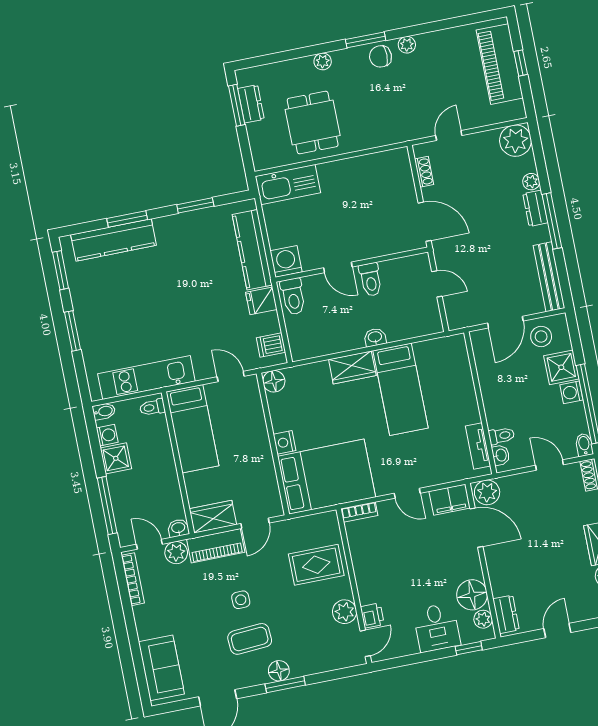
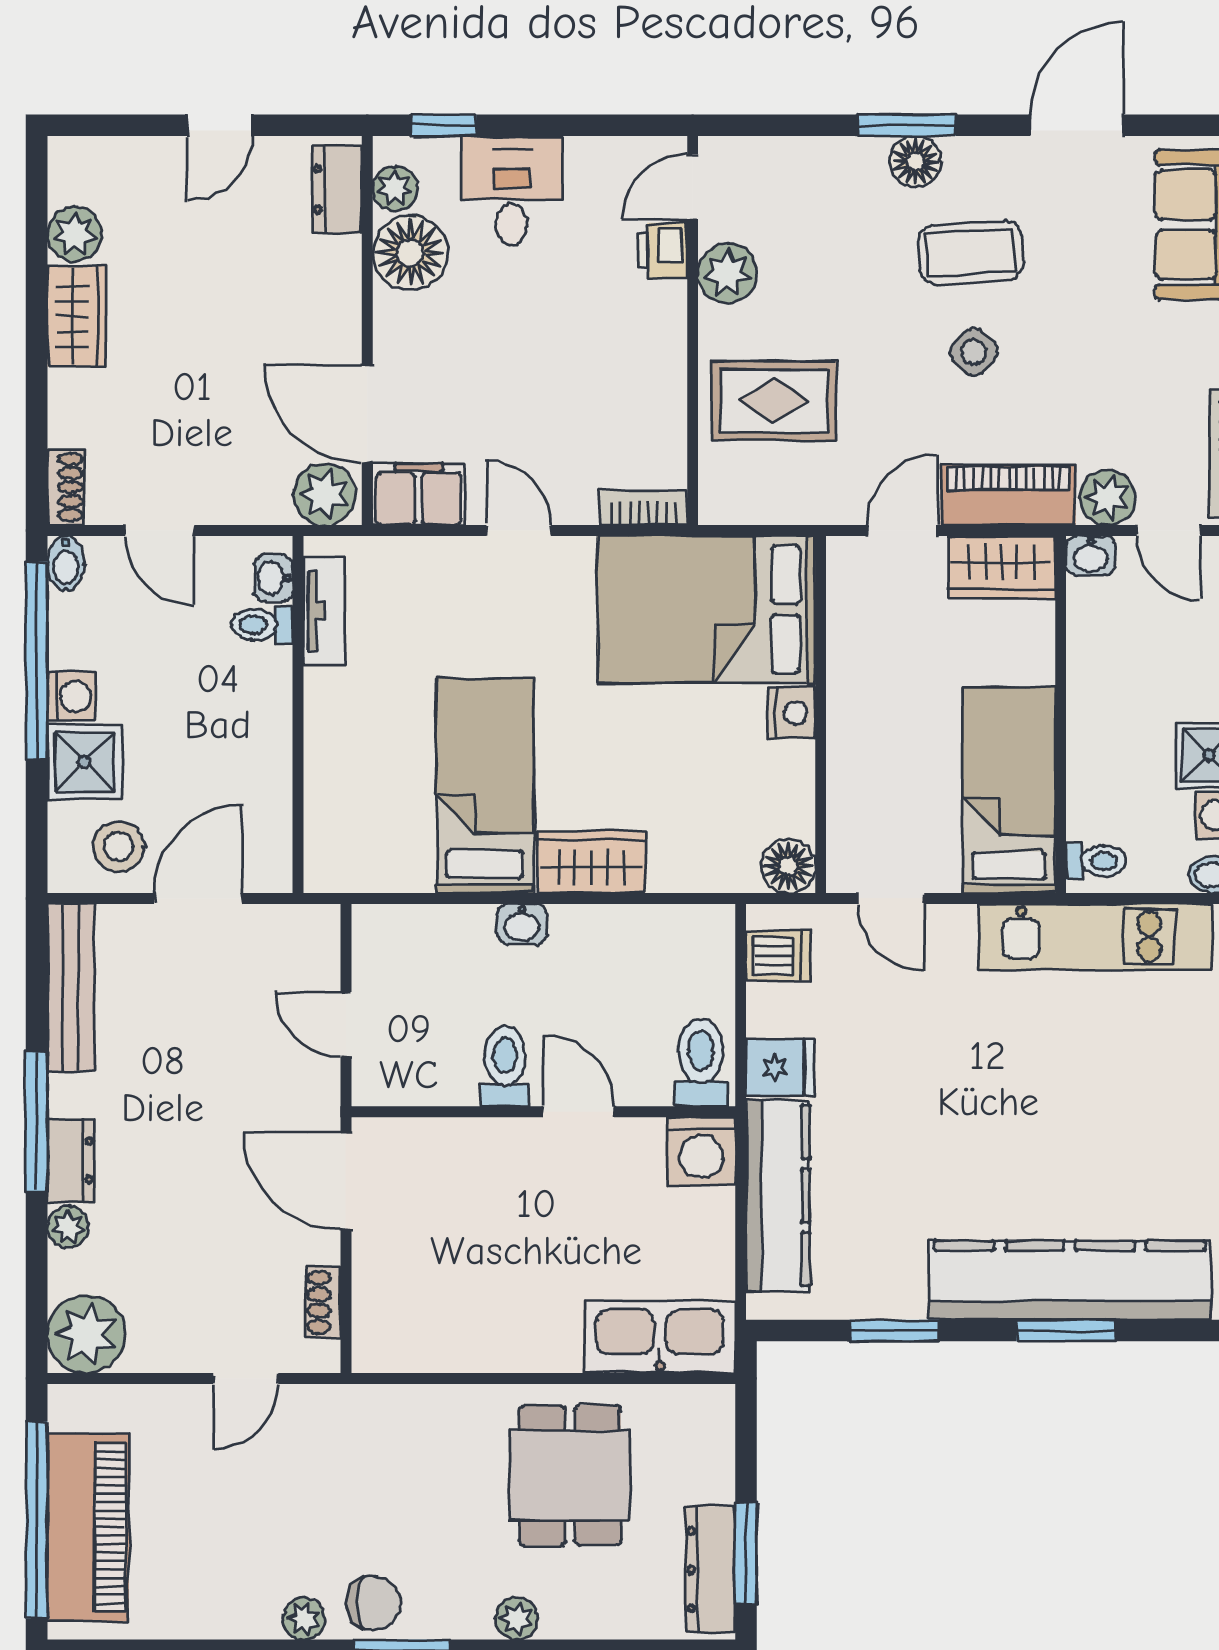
window: (521, 63) -> (37, 1520), width x3.17
dresser: (251, 104) -> (710, 1570), width x1.44
kitchen counter: (114, 240) -> (1070, 1280), width x1.39, depth x1.17
side table: (241, 600) -> (974, 352), turned 45

